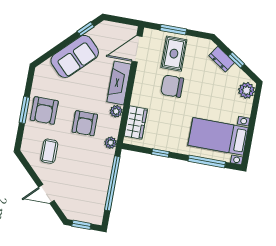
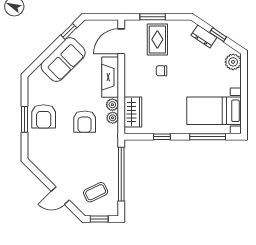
chair: (172, 86) -> (161, 71), width x0.54, depth x0.54
plant: (111, 143) -> (113, 118), moved
coffee table: (49, 151) -> (96, 192), moved, turned 64

